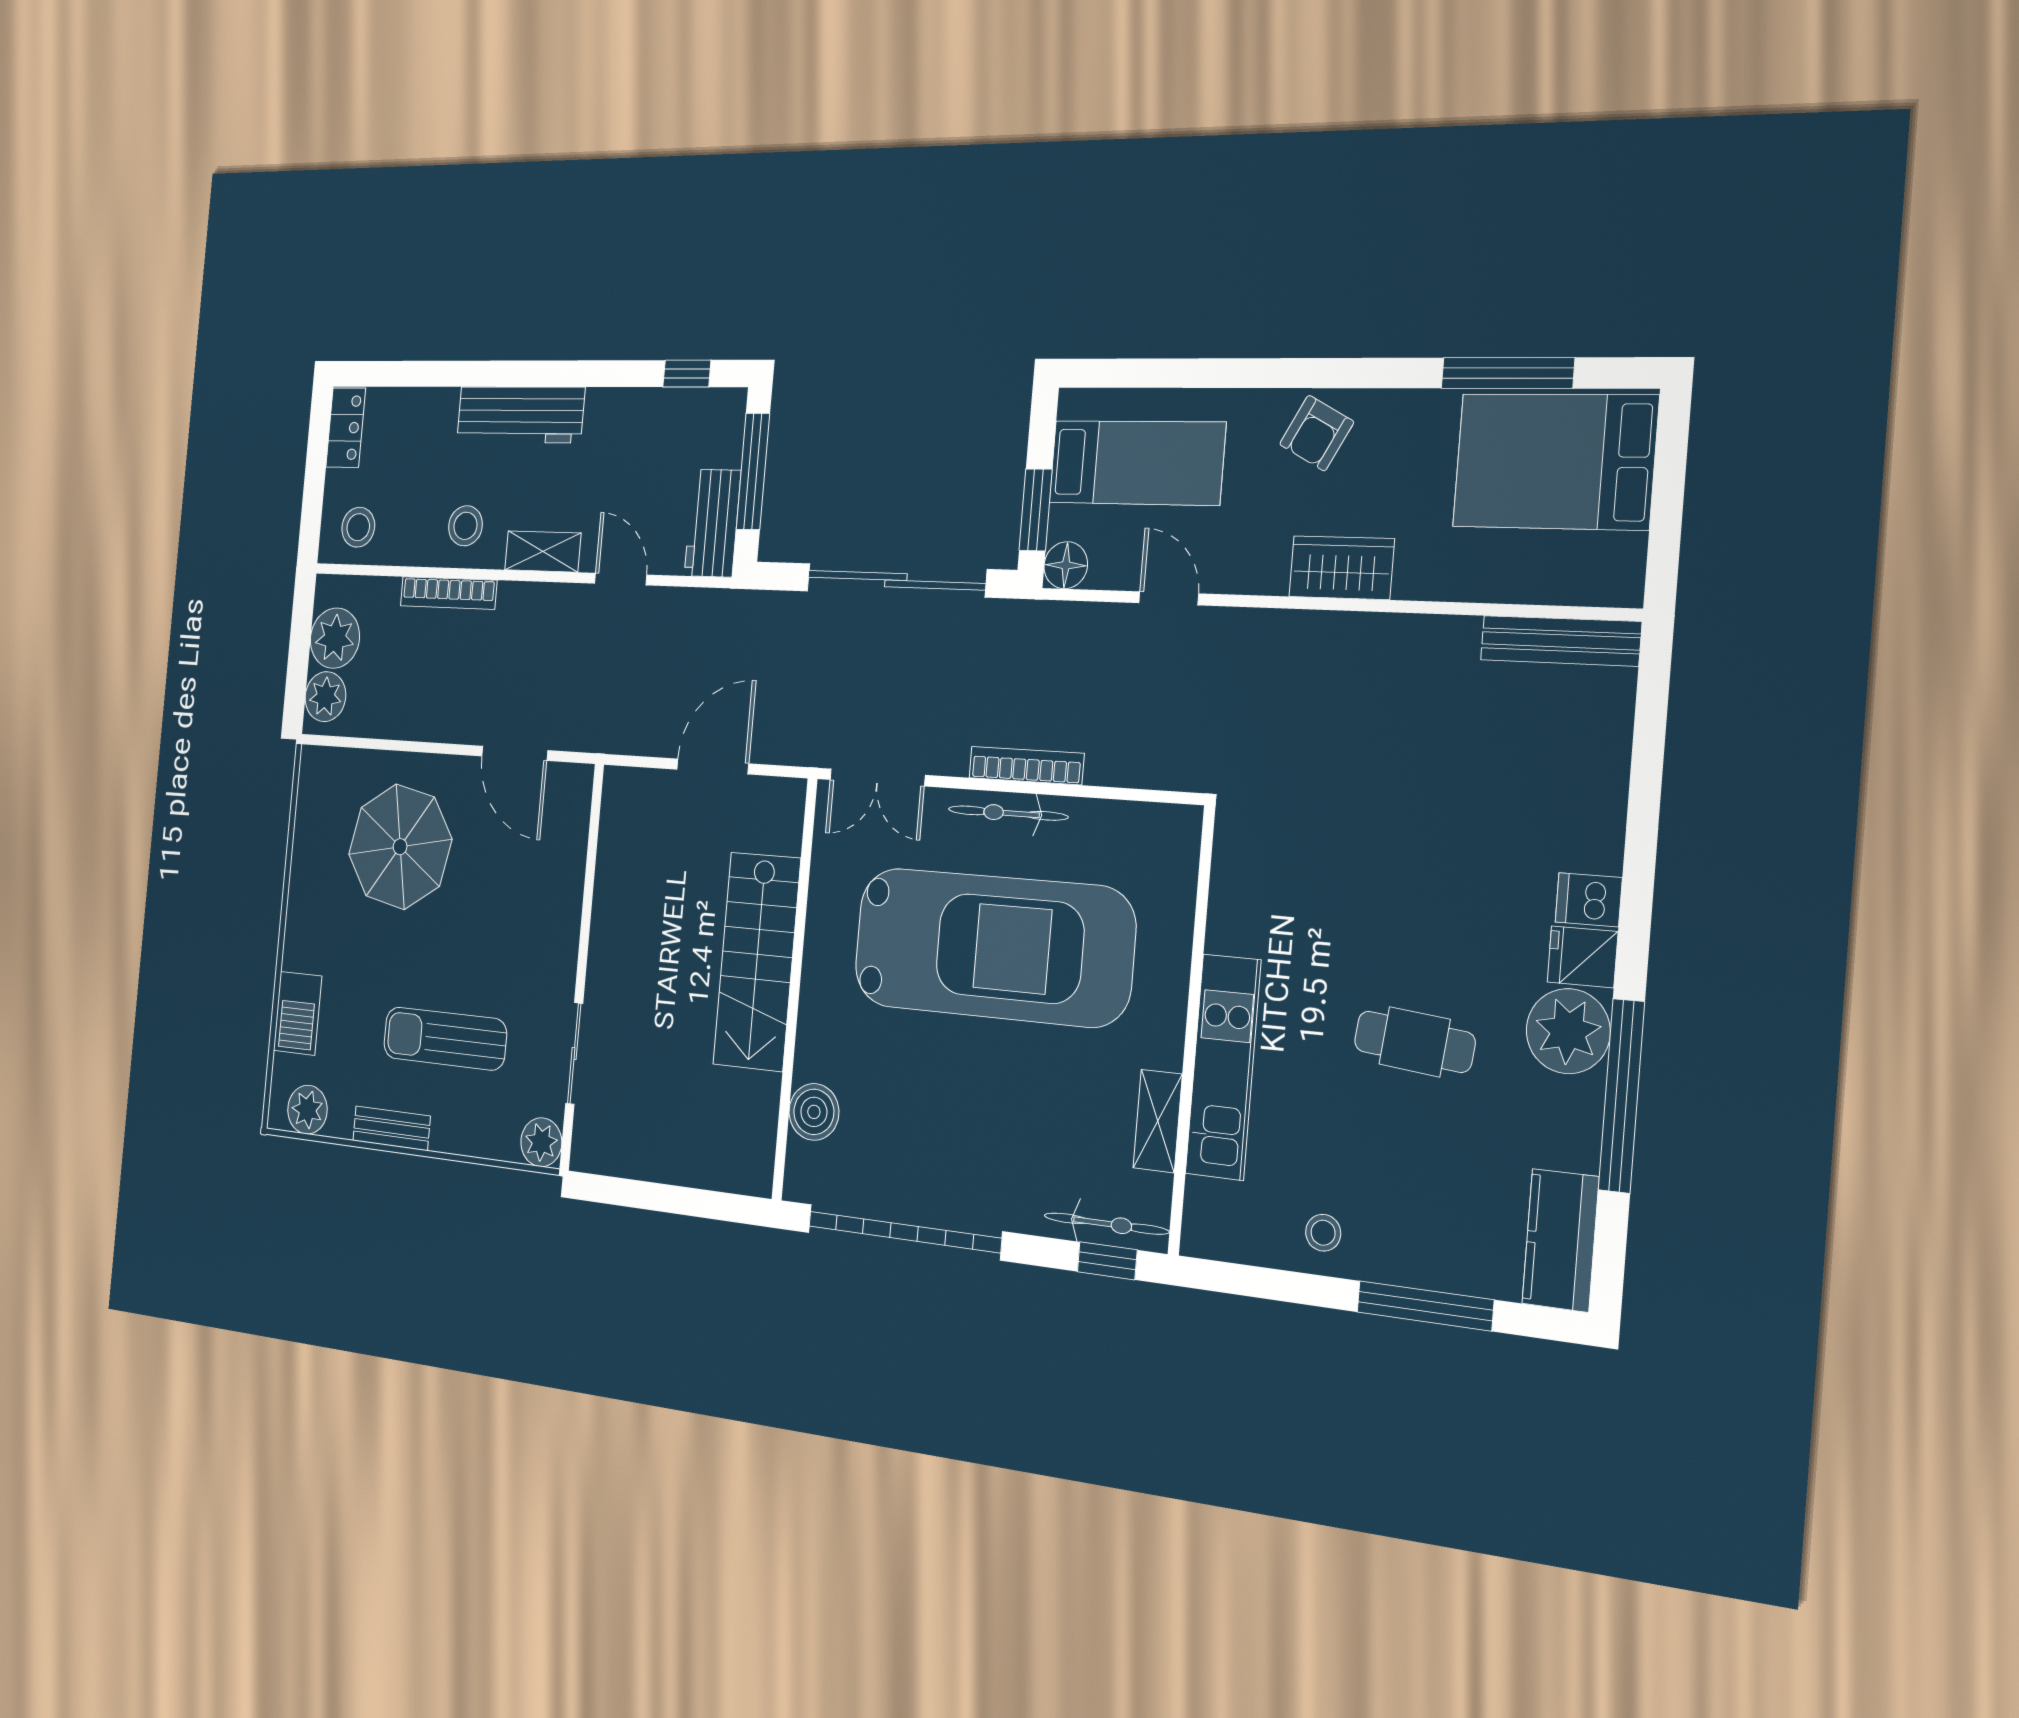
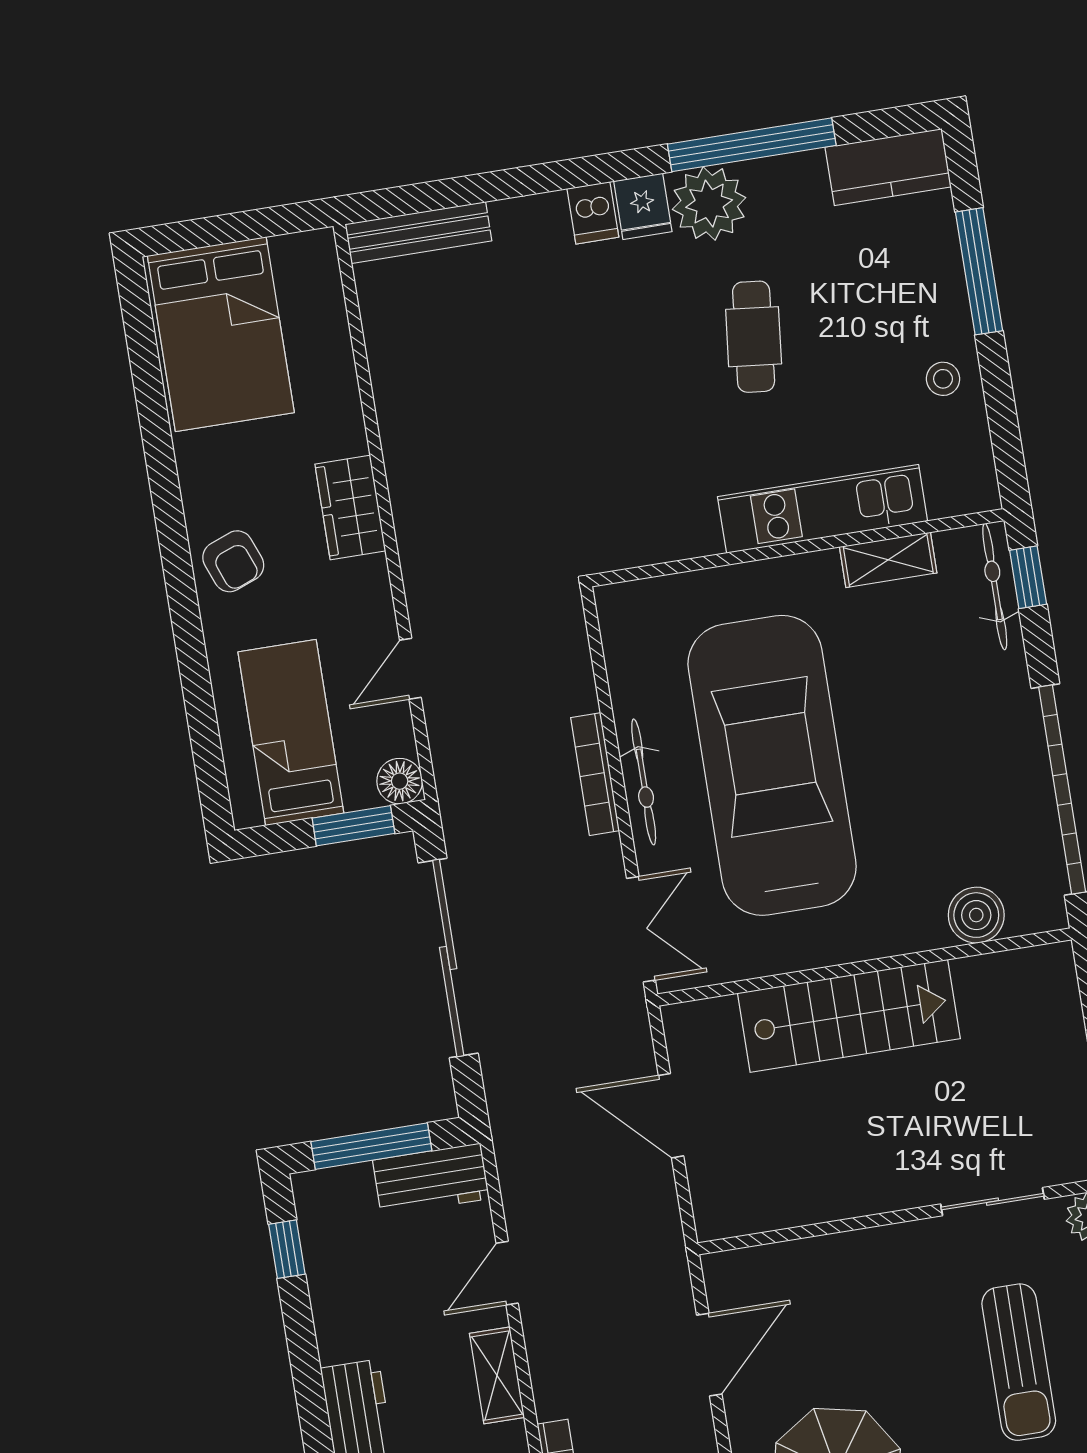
window: (1508, 373) -> (150, 396), removed
armchair: (1317, 433) -> (233, 561), turned 41
bench: (1560, 641) -> (418, 233), moved, turned 90

